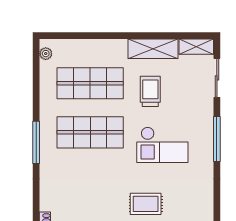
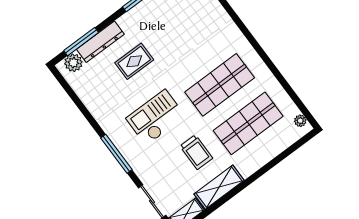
window: (36, 142) -> (256, 46), removed

